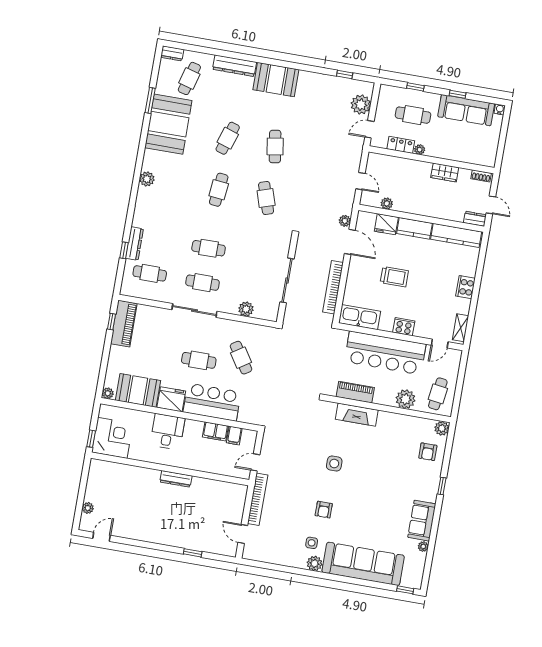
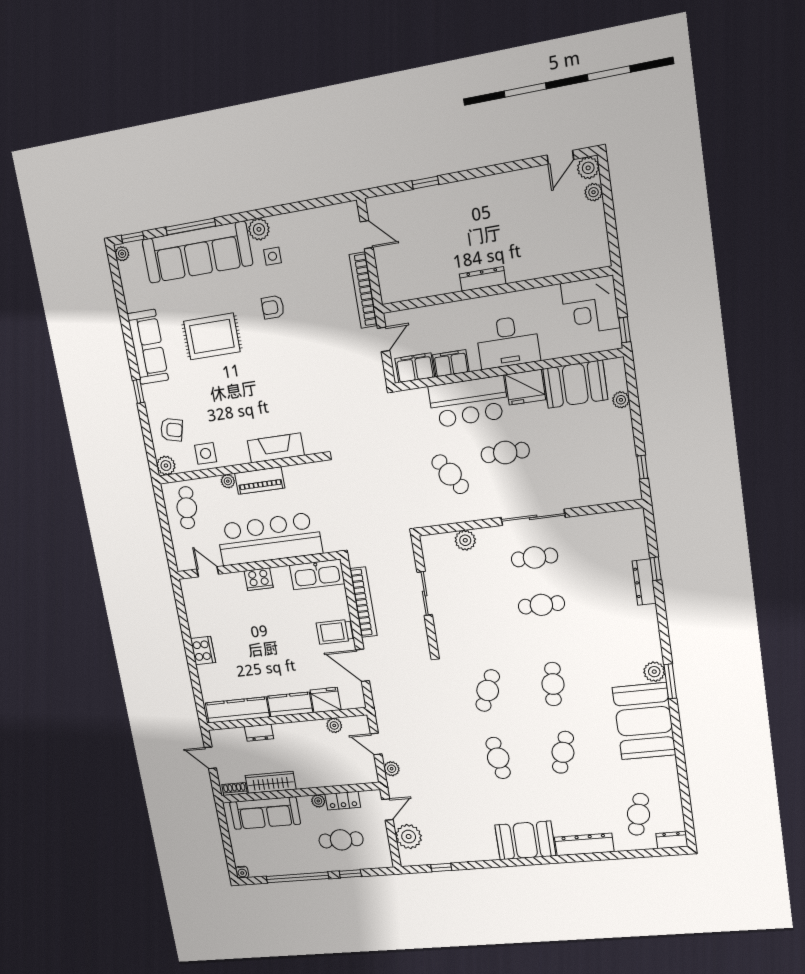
window: (457, 94) -> (297, 877), width x3.17
window: (150, 101) -> (670, 681), moved
sofa: (466, 110) -> (265, 813), moved, turned 180
booth: (168, 124) -> (644, 721), moved
wardrobe: (445, 172) -> (271, 782), width x1.50
cafe table: (266, 198) -> (488, 691), turned 42
dresser: (475, 219) -> (259, 733), moved
plant: (345, 221) -> (392, 769), moved
cafe table: (150, 273) -> (610, 548), removed
trolley: (394, 277) -> (335, 632), moved
sliding door: (287, 280) -> (425, 593), width x0.73
piano: (124, 324) -> (624, 470), removed
shelving: (461, 328) -> (190, 599), removed
door: (440, 343) -> (208, 572), hinge flipped
piano: (355, 392) -> (260, 481), moved
plant: (108, 393) -> (621, 400), moved
plant: (406, 399) -> (228, 481), width x0.53, depth x0.53
desk: (167, 432) -> (508, 342), width x1.37
filing cabinet: (234, 436) -> (415, 368), width x2.00
window: (91, 439) -> (625, 330), moved
armchair: (428, 452) -> (172, 430), turned 104
side table: (334, 463) -> (206, 453), moved
rug: (374, 505) -> (212, 336), added
armchair: (324, 510) -> (273, 307), turned -90
sofa: (422, 521) -> (148, 347), width x1.36
plant: (86, 524) -> (588, 168), added
plant: (423, 547) -> (122, 254), moved
window: (361, 582) -> (191, 227), added

